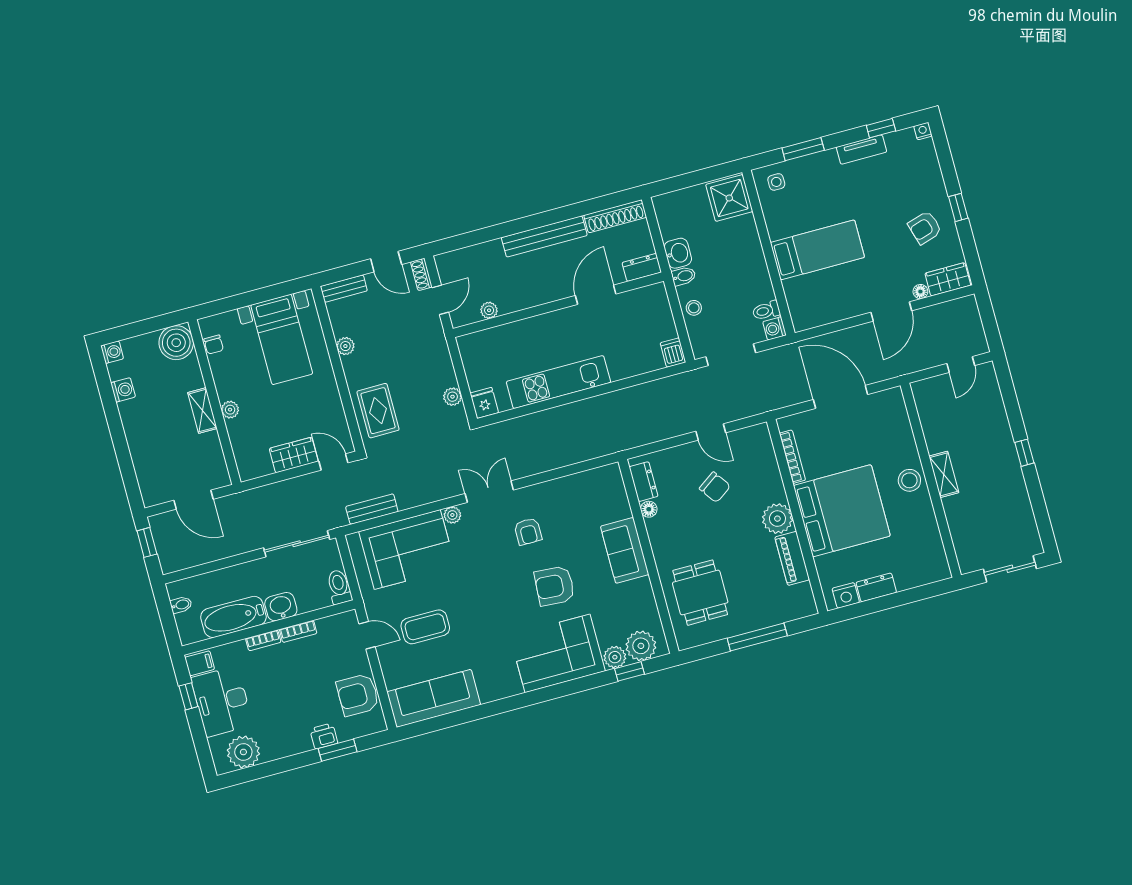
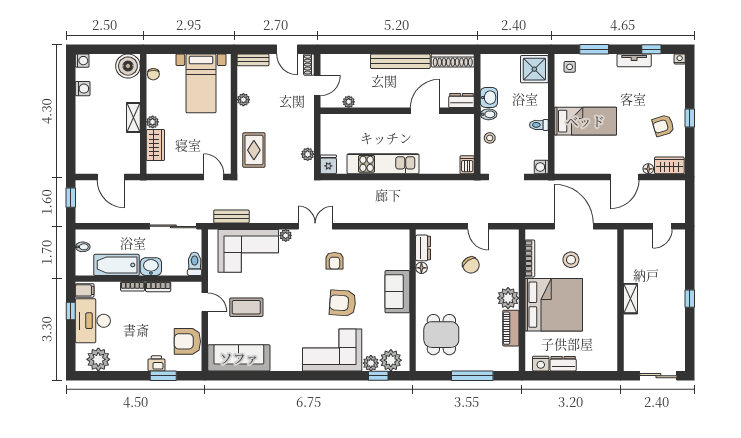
toilet: (766, 311) -> (539, 125), moved
wardrobe: (294, 455) -> (155, 145), moved, turned 90
stool: (909, 480) -> (571, 260), moved

